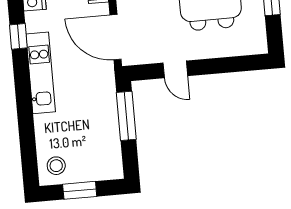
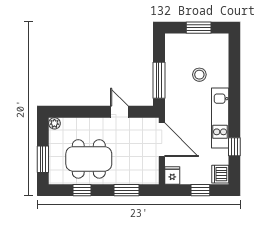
plant: (260, 47) -> (54, 123), added
stool: (56, 166) -> (199, 75), moved

